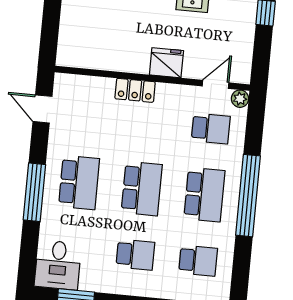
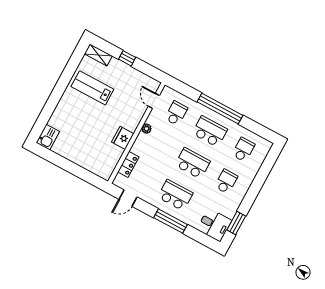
fridge: (166, 63) -> (123, 138), moved
locker: (135, 90) -> (128, 164), moved
plant: (240, 99) -> (147, 129), moved

